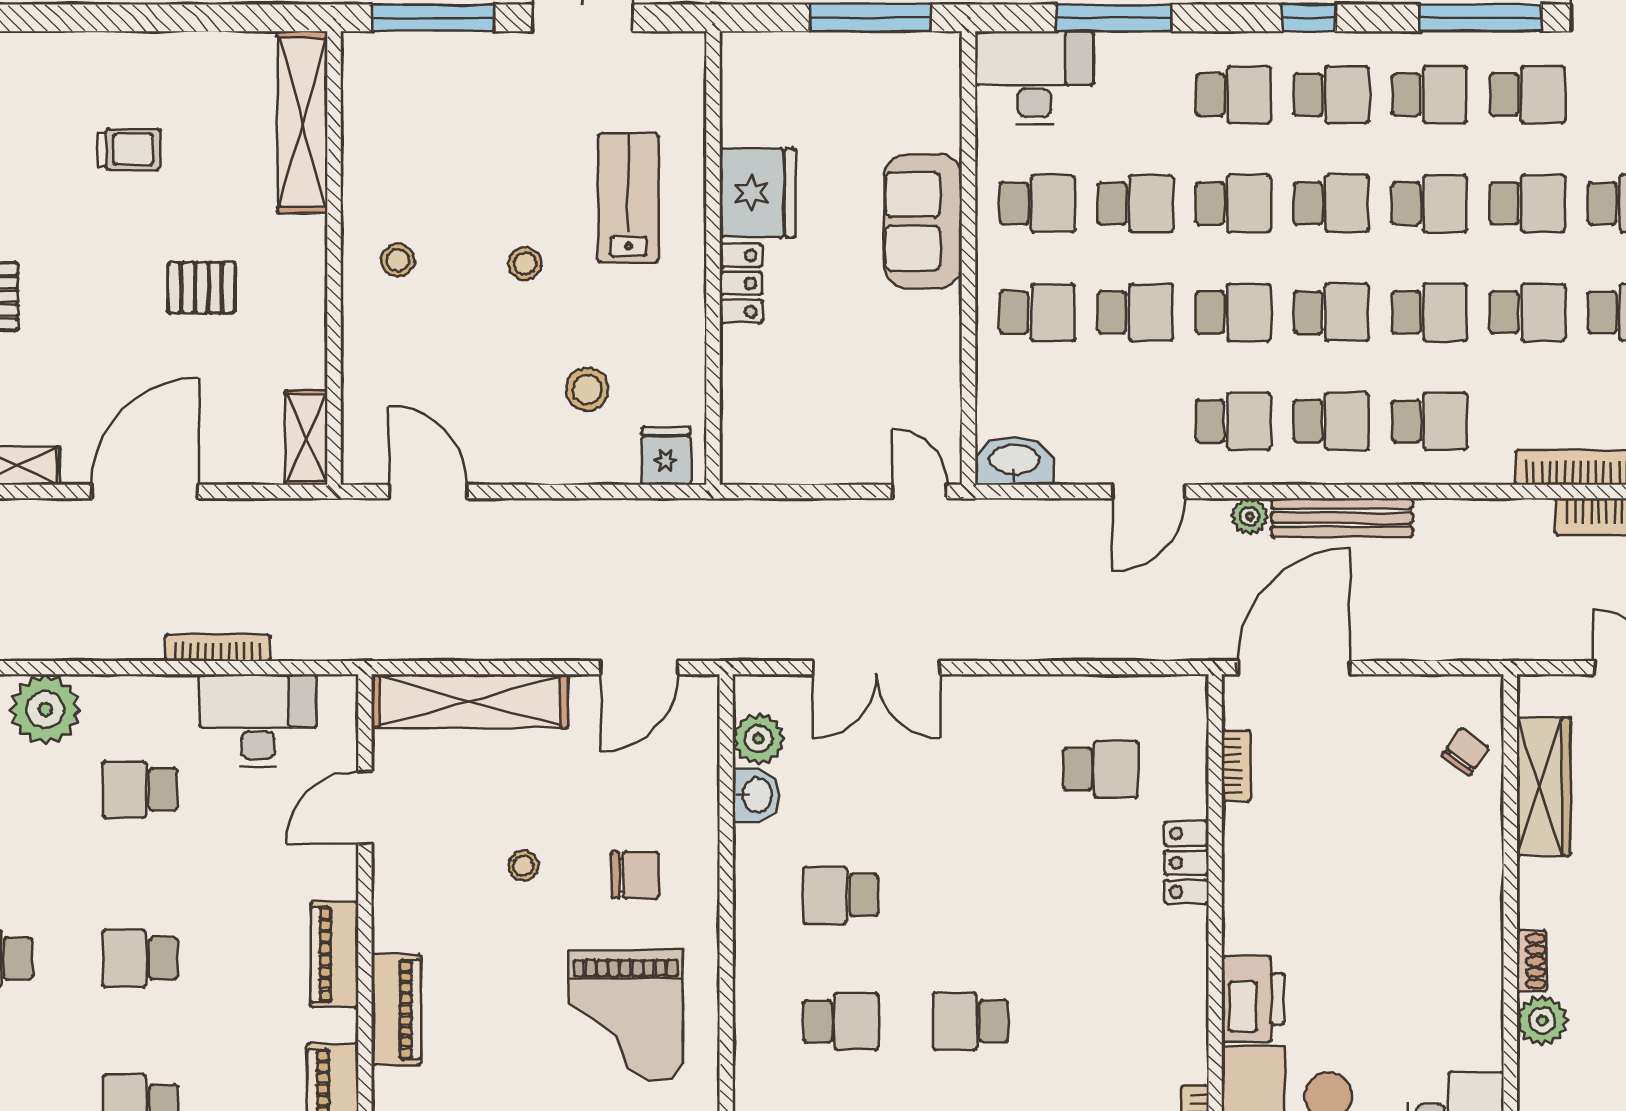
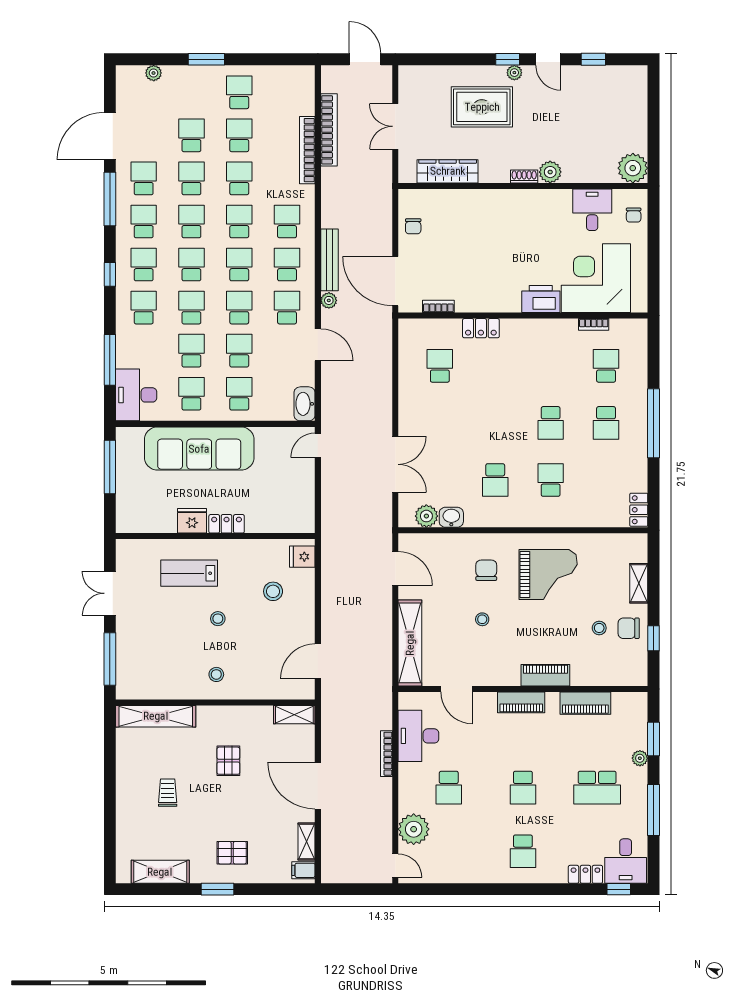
fridge: (757, 193) -> (192, 521), width x0.73, depth x0.75
sofa: (923, 221) -> (199, 449), width x1.85, depth x1.27
chair: (1465, 752) -> (413, 226), moved, turned -125

